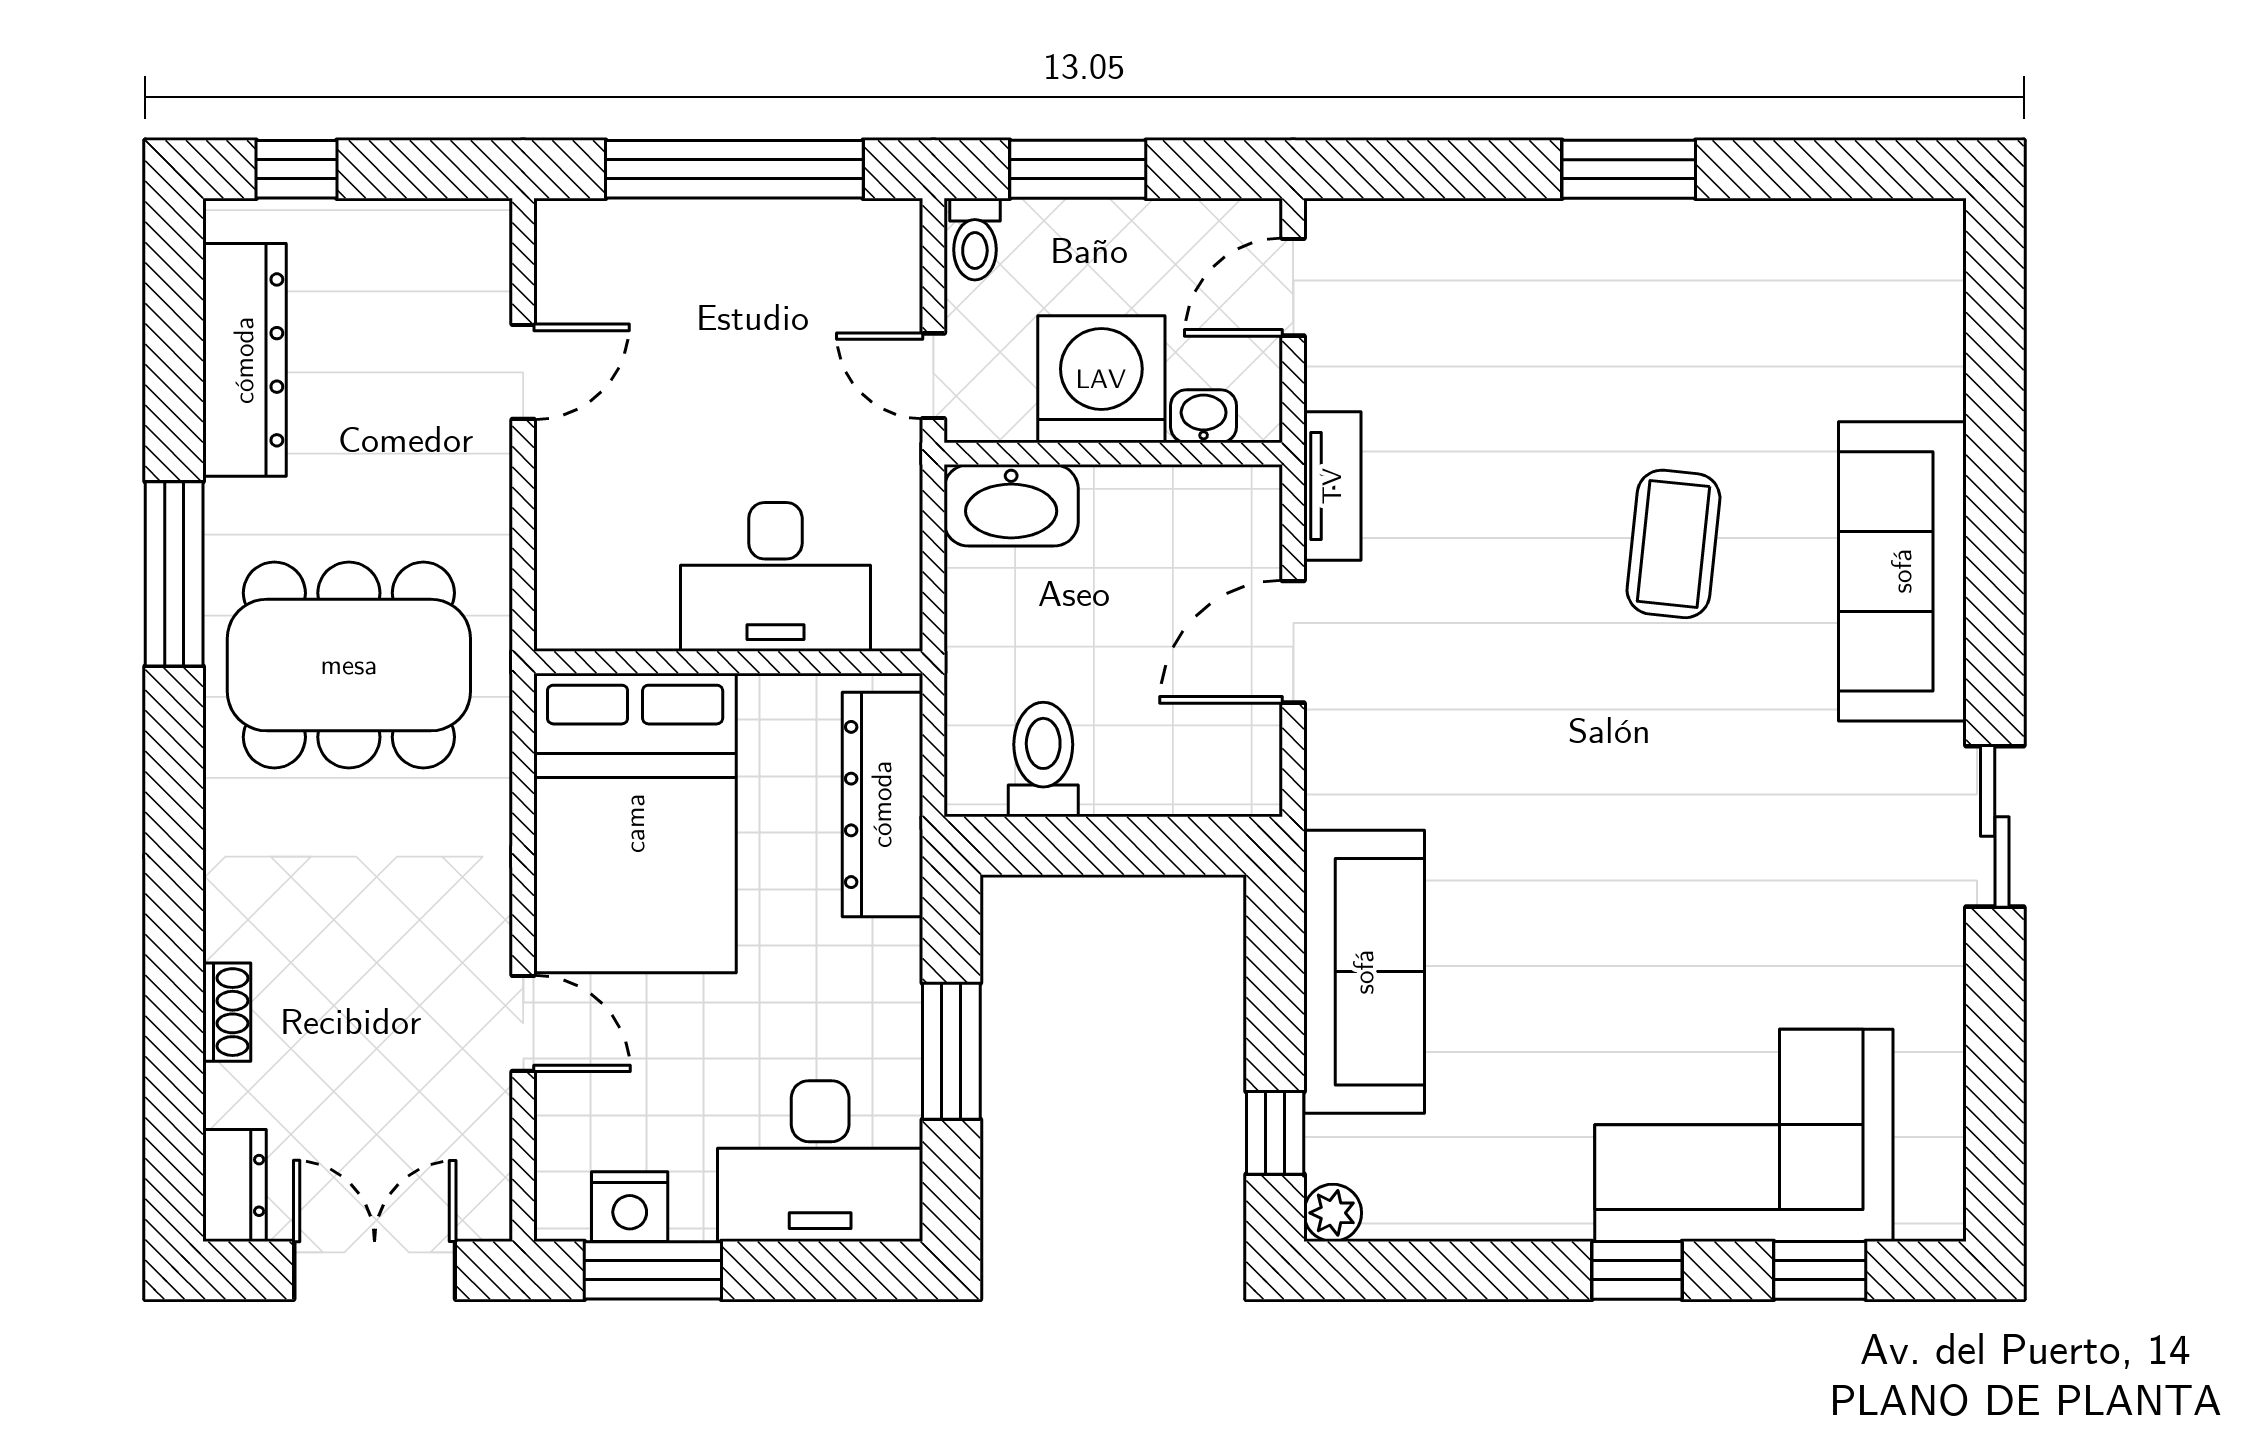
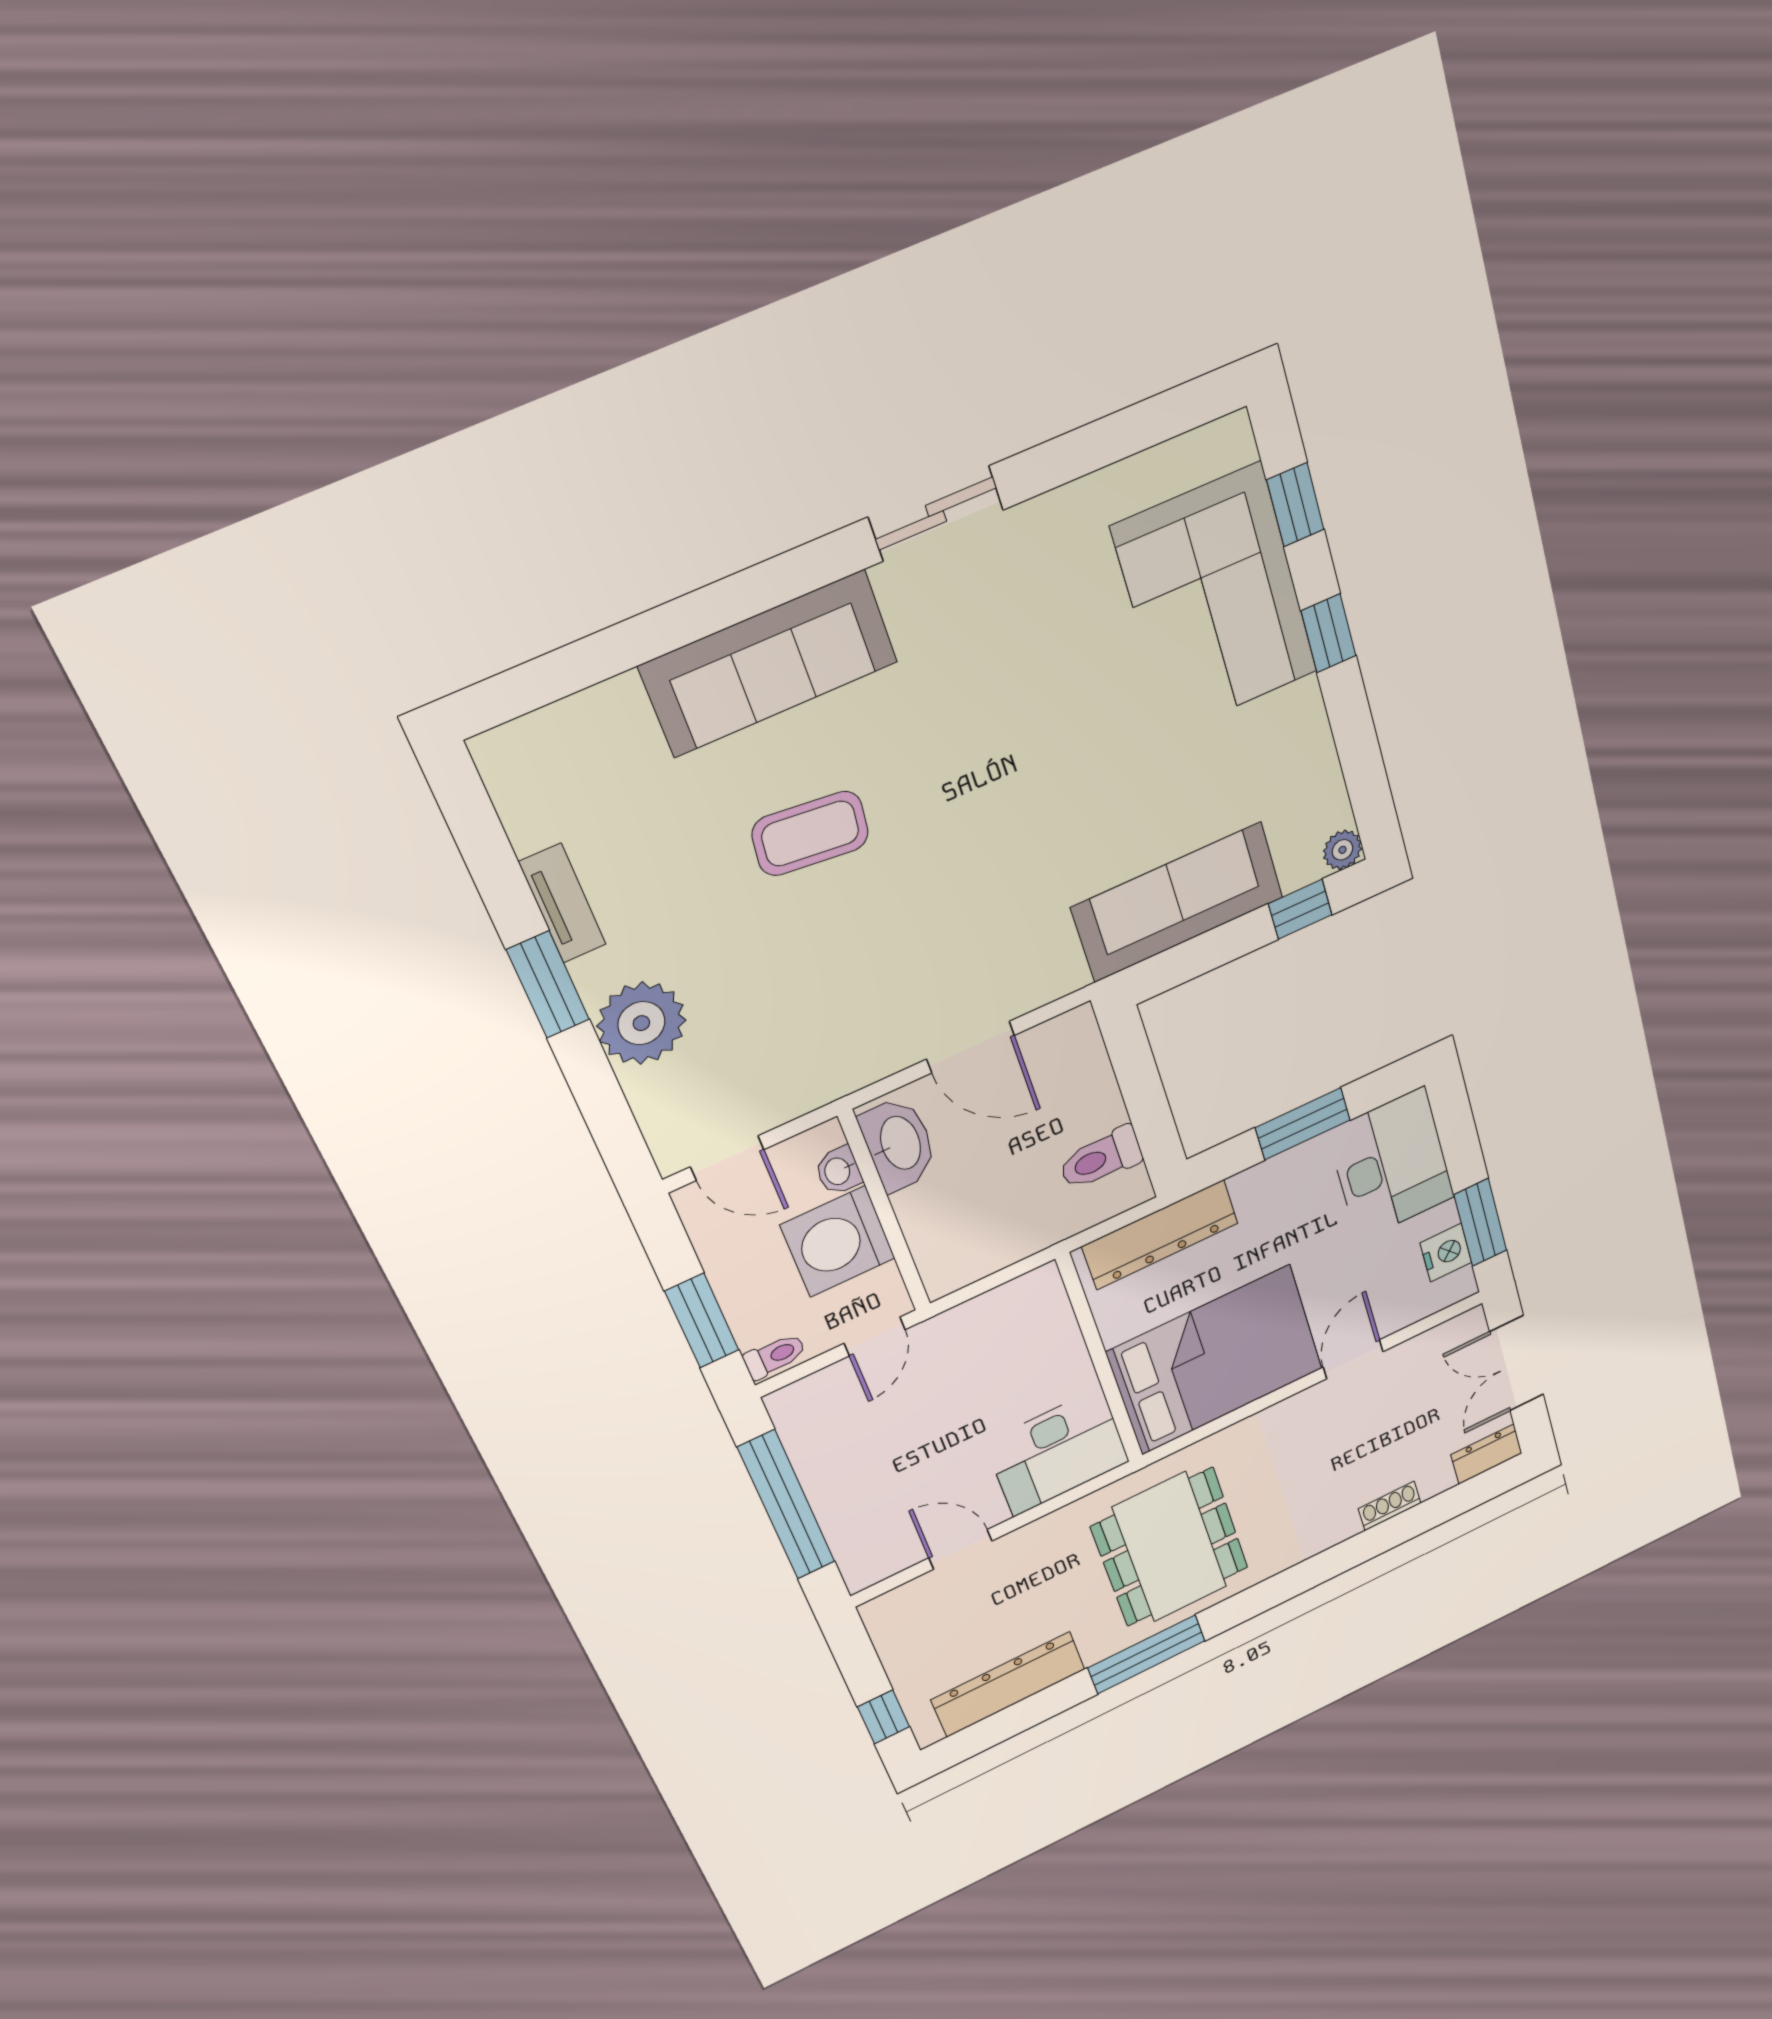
plant: (1527, 256) -> (641, 1023), added
tv unit: (1332, 486) -> (562, 903), moved, turned 90
washbasin: (1011, 505) -> (899, 1144), moved
desk: (775, 577) -> (1057, 1452), moved, turned 90

